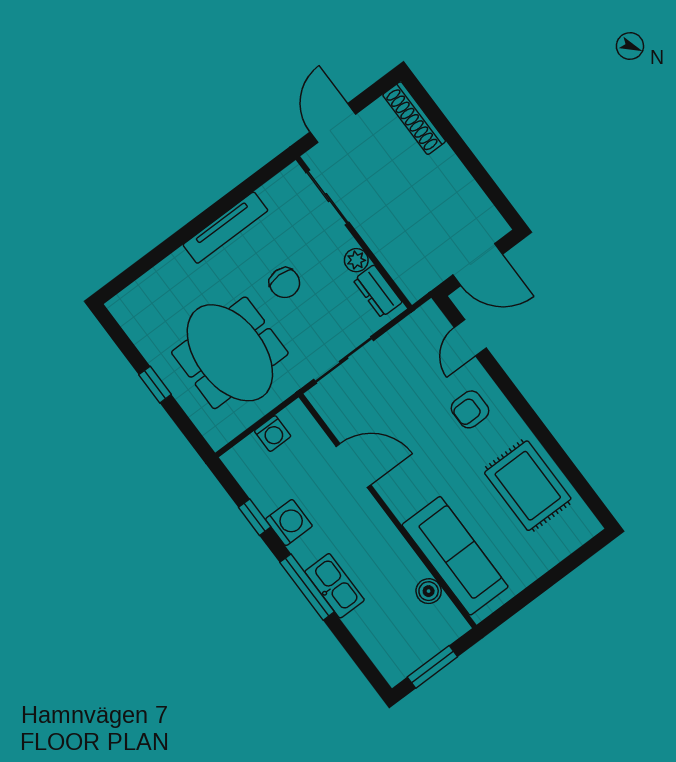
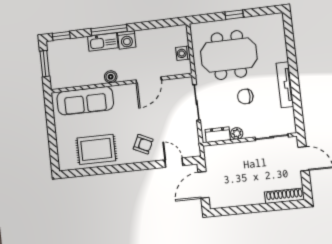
armchair: (470, 409) -> (143, 144), turned 115
window: (255, 517) -> (61, 36), moved
washing machine: (289, 523) -> (127, 40), moved
boiler: (429, 591) -> (111, 77), moved

